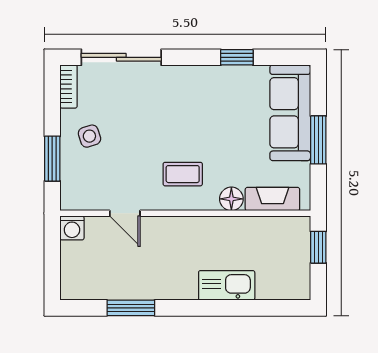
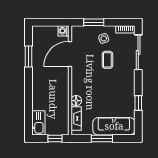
coffee table: (183, 174) -> (107, 60), moved
door: (125, 213) -> (70, 54), width x1.88
kitchen sink: (227, 285) -> (38, 123), moved

